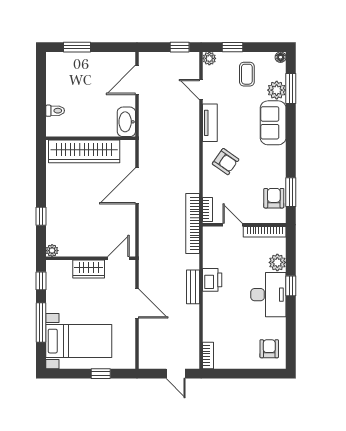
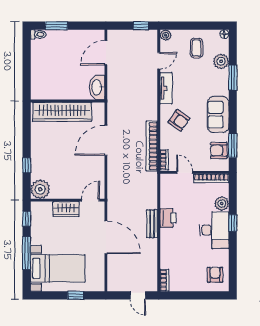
window: (233, 47) -> (185, 26), removed
window: (291, 88) -> (233, 78), moved
door: (201, 90) -> (159, 61), swing flipped
toilet: (55, 111) -> (38, 34), moved
sofa: (273, 123) -> (218, 115), moved
armchair: (274, 198) -> (219, 150), turned -90
bookcase: (193, 224) -> (152, 146), moved
plant: (52, 251) -> (40, 189), width x1.87, depth x1.87
door: (137, 303) -> (106, 237), width x1.36

